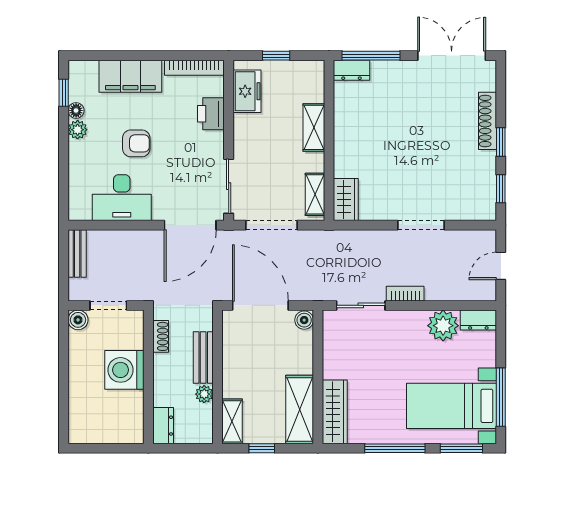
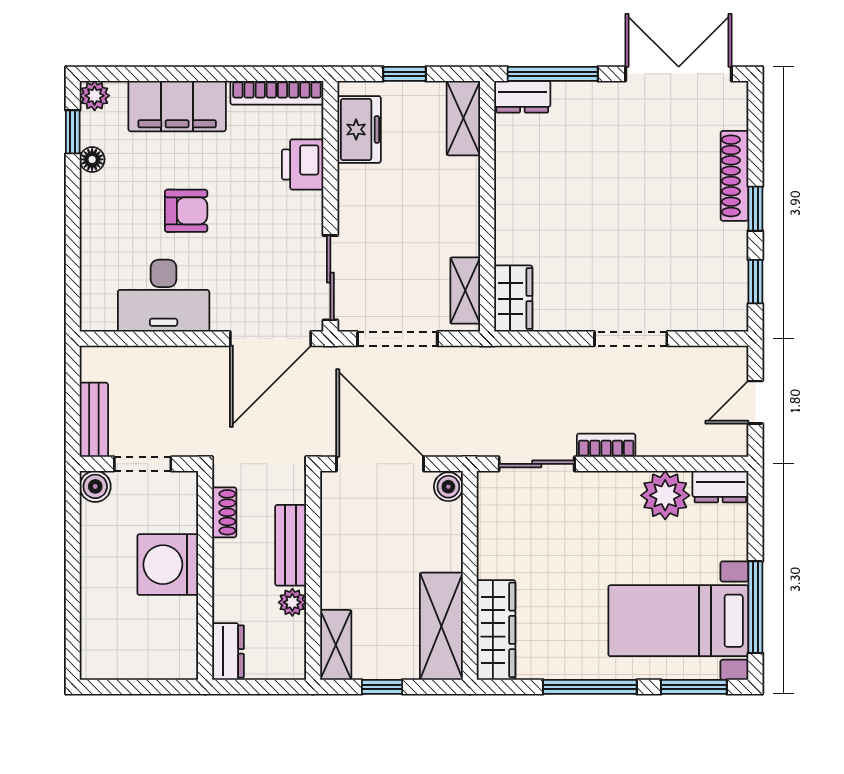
shelving: (314, 127) -> (463, 118), moved
plant: (78, 130) -> (95, 96), moved
bench: (77, 253) -> (94, 420), moved

